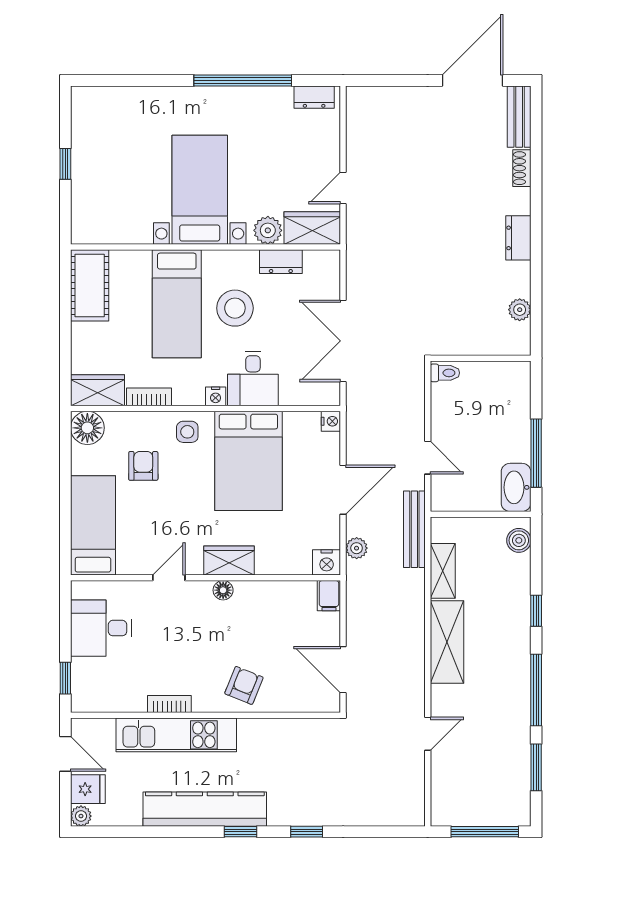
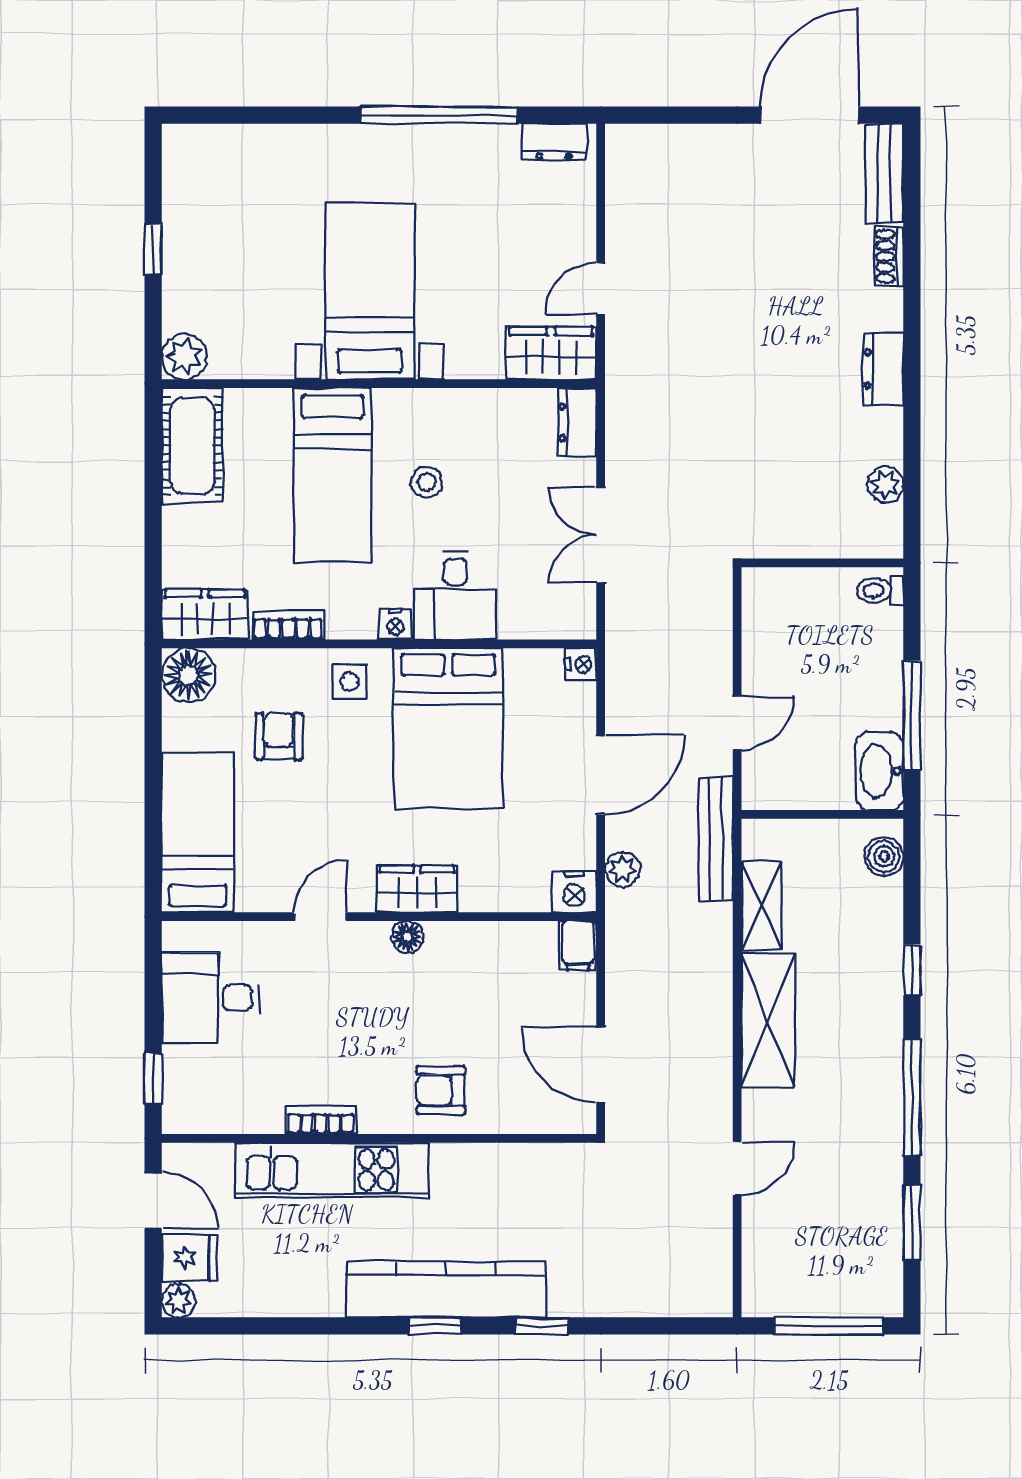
plant: (268, 230) -> (184, 357), moved
dresser: (281, 262) -> (577, 422), moved, turned 90
stool: (235, 308) -> (426, 482), width x0.53, depth x0.53
double door: (343, 341) -> (601, 535), width x0.73
toilet: (445, 373) -> (880, 591), moved, turned 180
door: (428, 458) -> (737, 723), hinge flipped
armchair: (244, 685) -> (441, 1090), turned -112
kitchen counter: (205, 809) -> (446, 1290), moved

